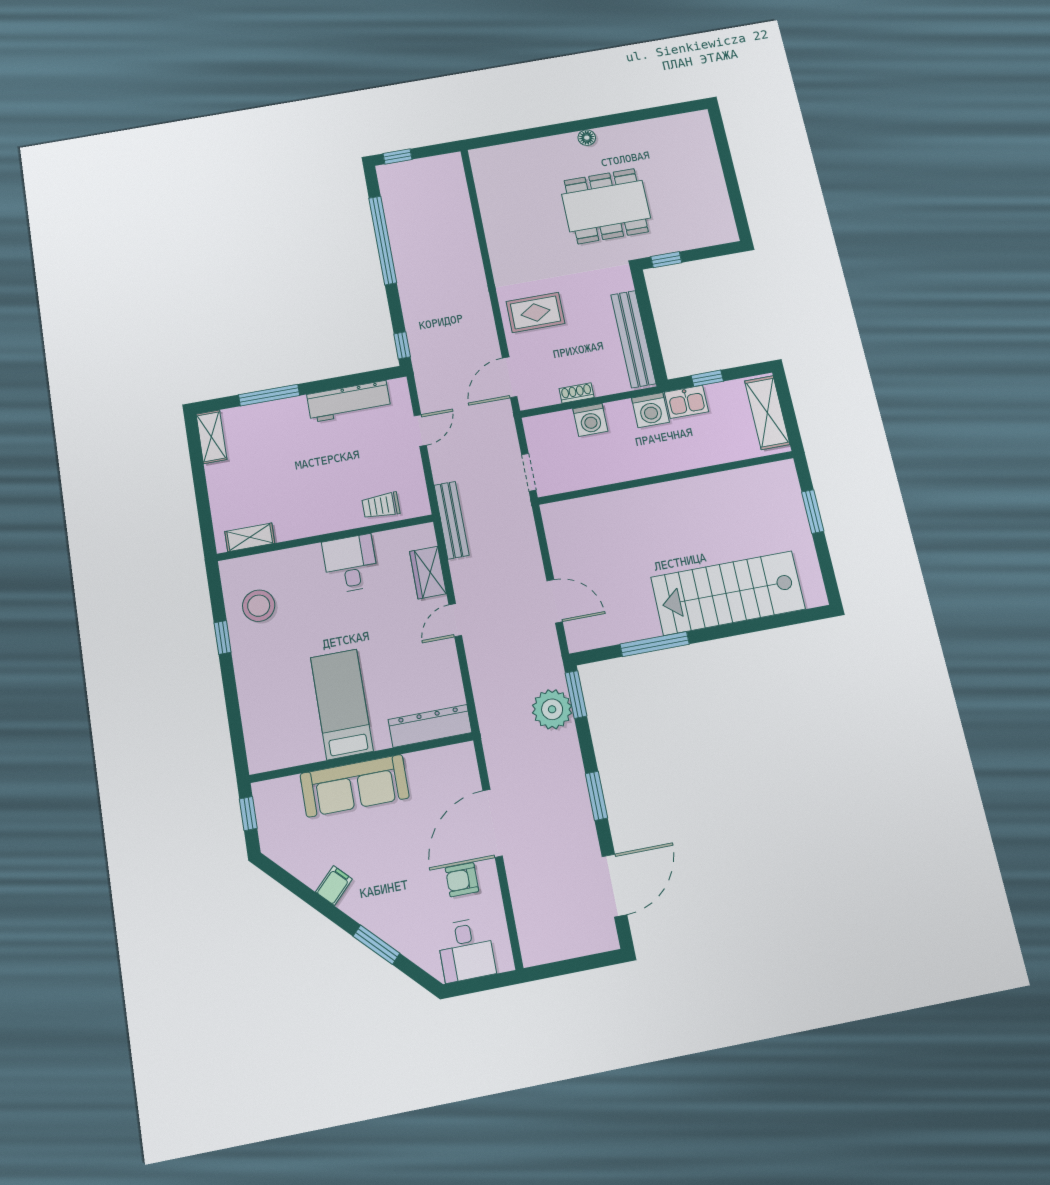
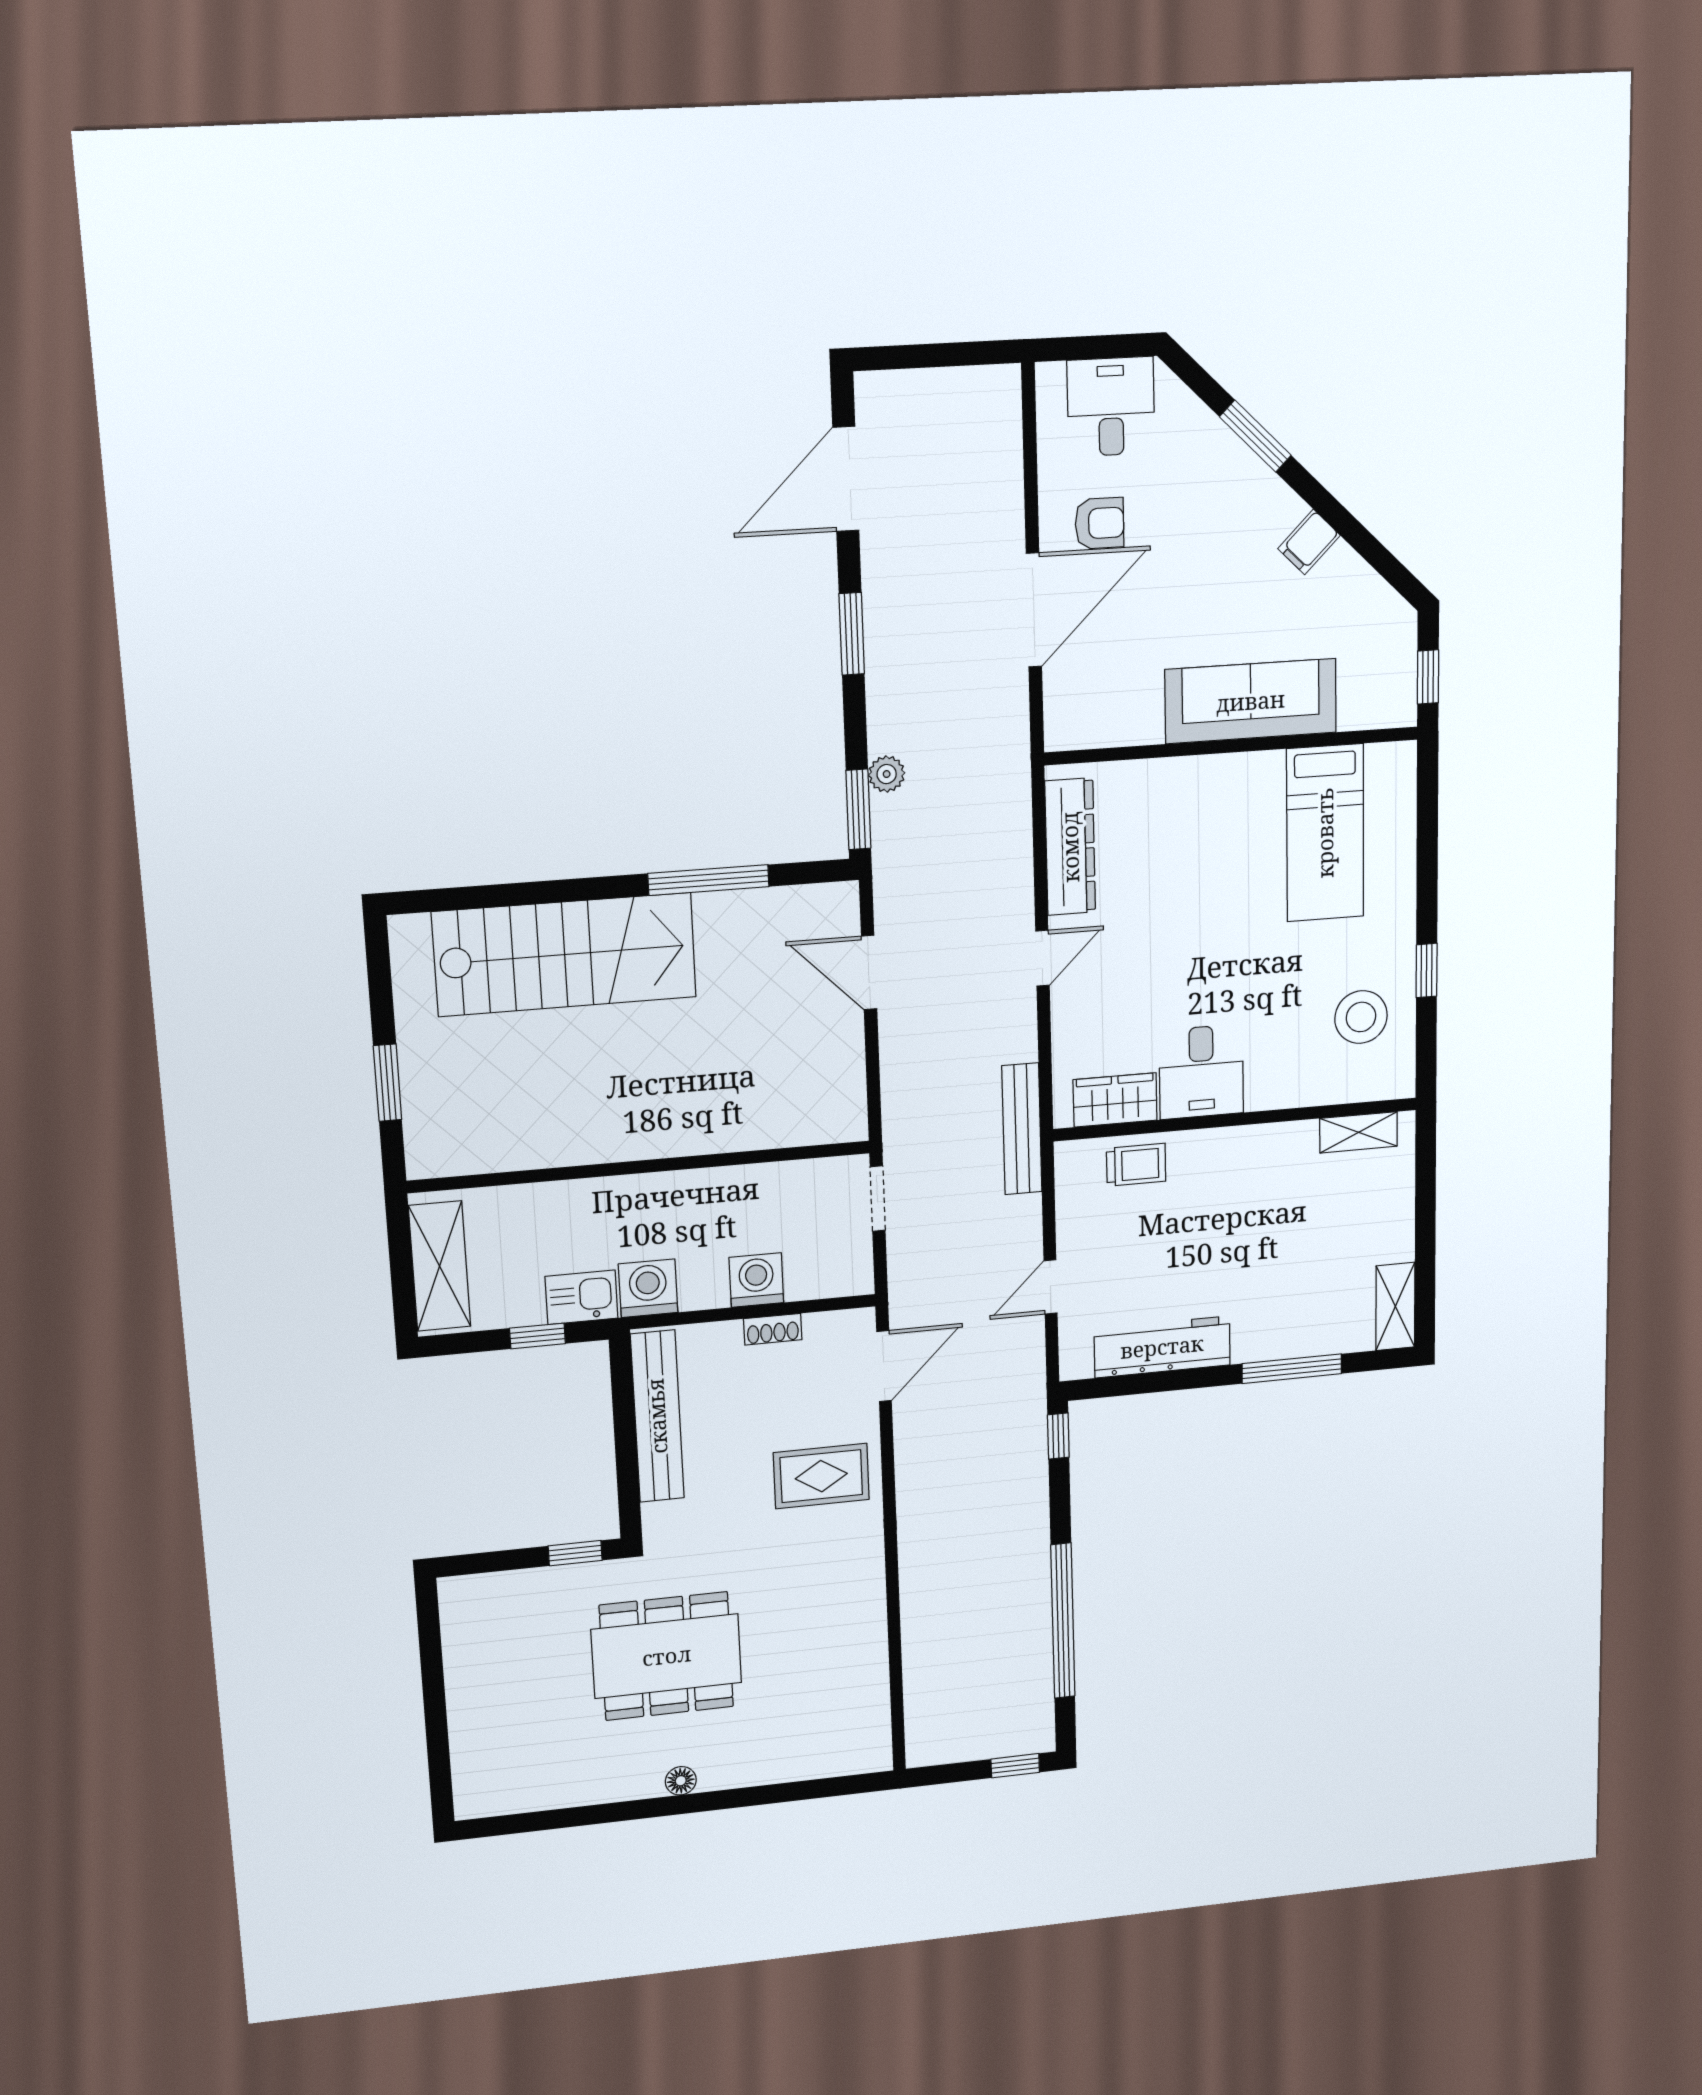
wardrobe: (428, 573) -> (1115, 1100), moved, turned -90
bed: (342, 704) -> (1325, 833), moved
plant: (552, 709) -> (887, 774), width x0.53, depth x0.53
dresser: (430, 726) -> (1070, 847), moved, turned -90

